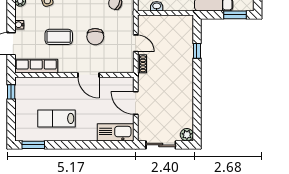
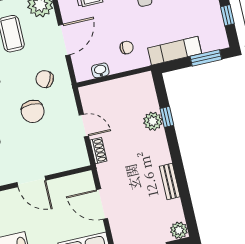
chair: (95, 37) -> (33, 111), moved
plant: (186, 52) -> (153, 121), added
bench: (188, 98) -> (170, 181), added

